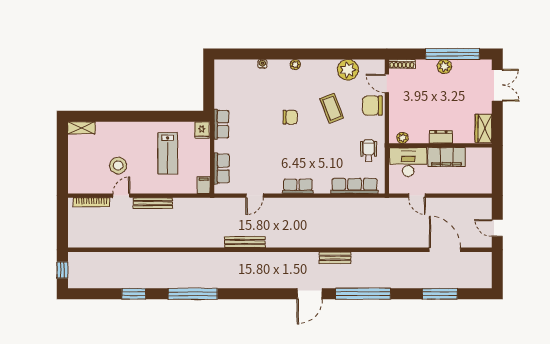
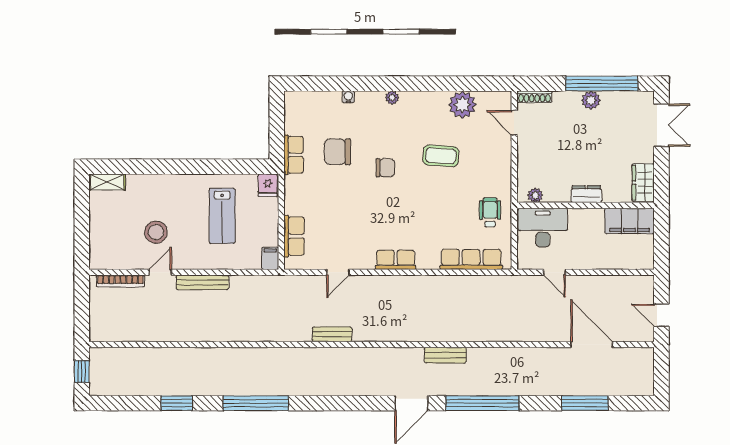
chair: (372, 106) -> (337, 152), moved
coffee table: (332, 108) -> (441, 156), turned -65
row of seats: (221, 124) -> (294, 155), moved
filing cabinet: (446, 157) -> (629, 221), moved
bench: (245, 242) -> (332, 334), width x0.73

